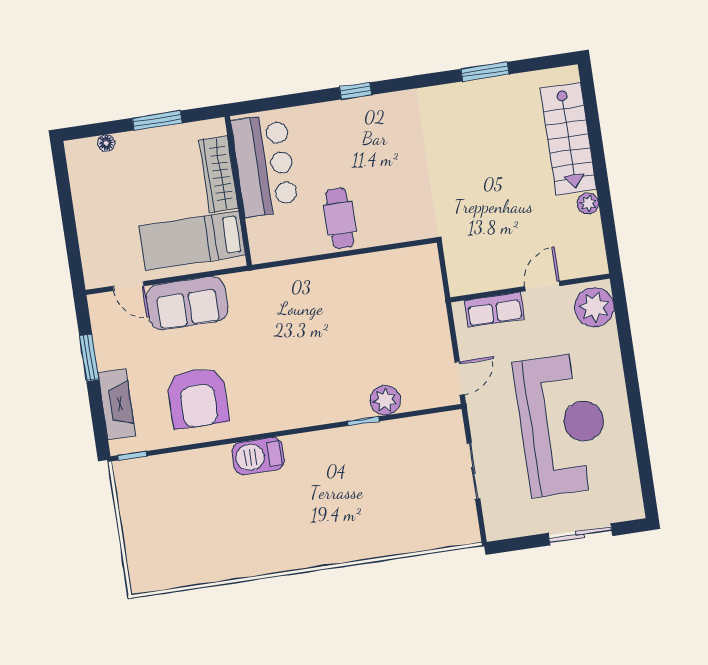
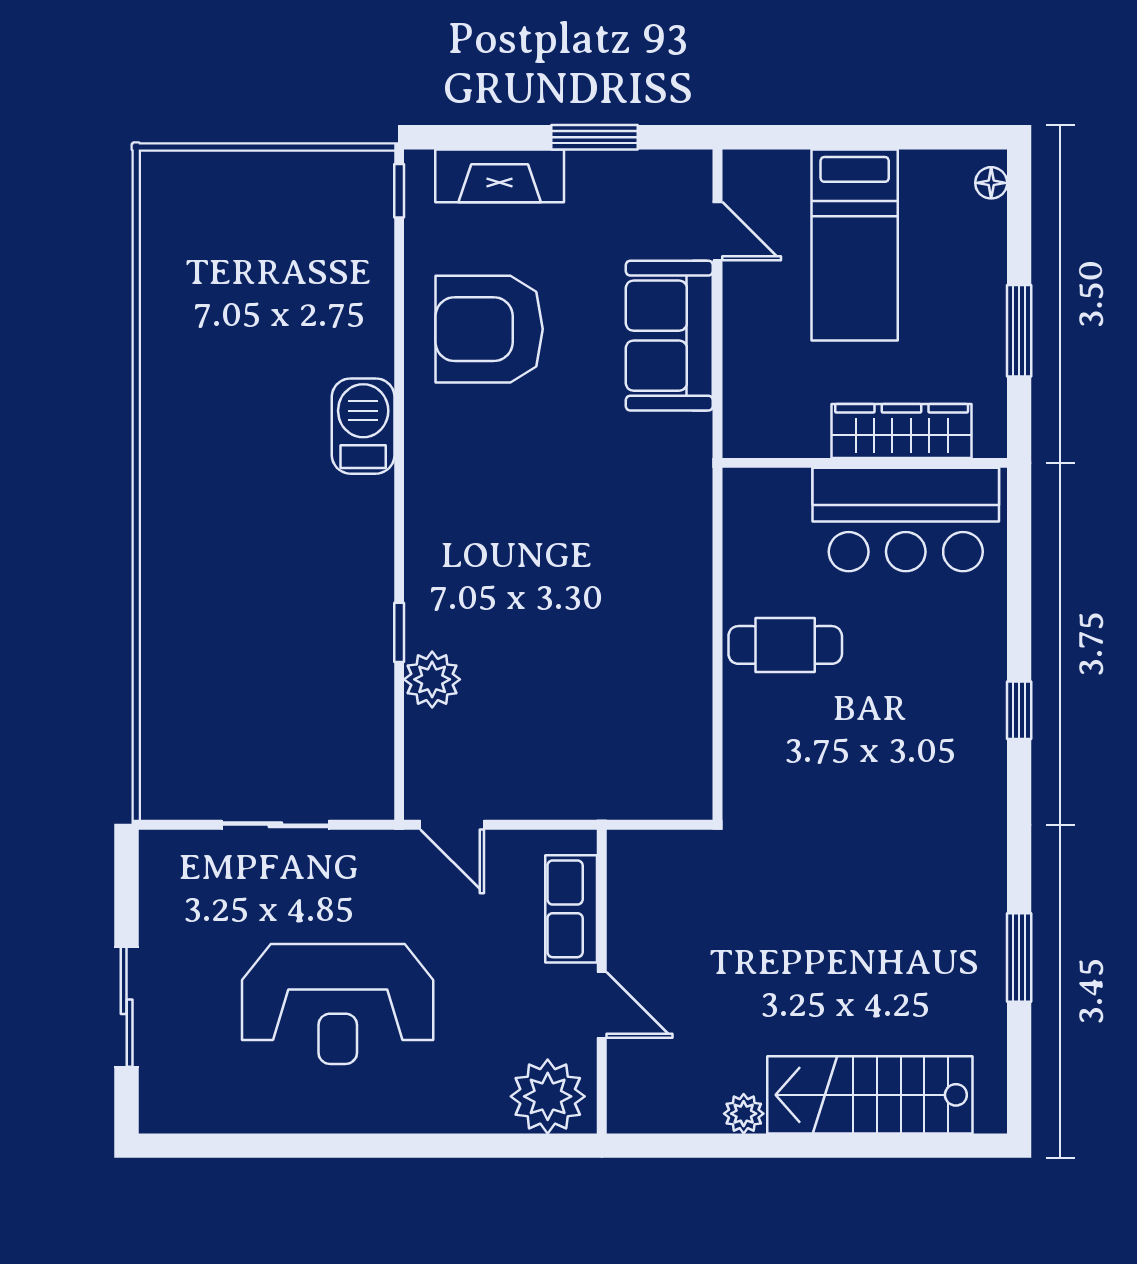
floor lamp: (106, 143) -> (991, 183), moved
bed: (192, 241) -> (855, 245), moved, turned 180
door: (129, 286) -> (718, 231), swing flipped
reception desk: (562, 424) -> (338, 1004), width x0.74, depth x0.77

